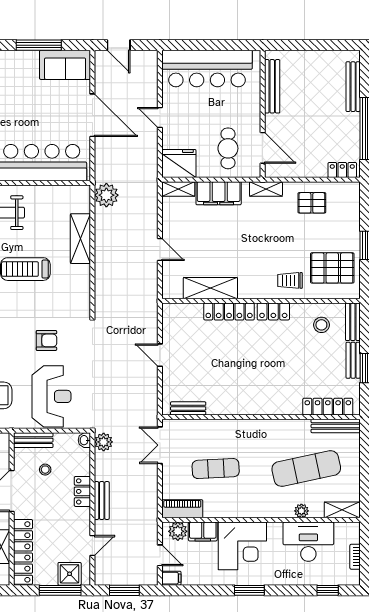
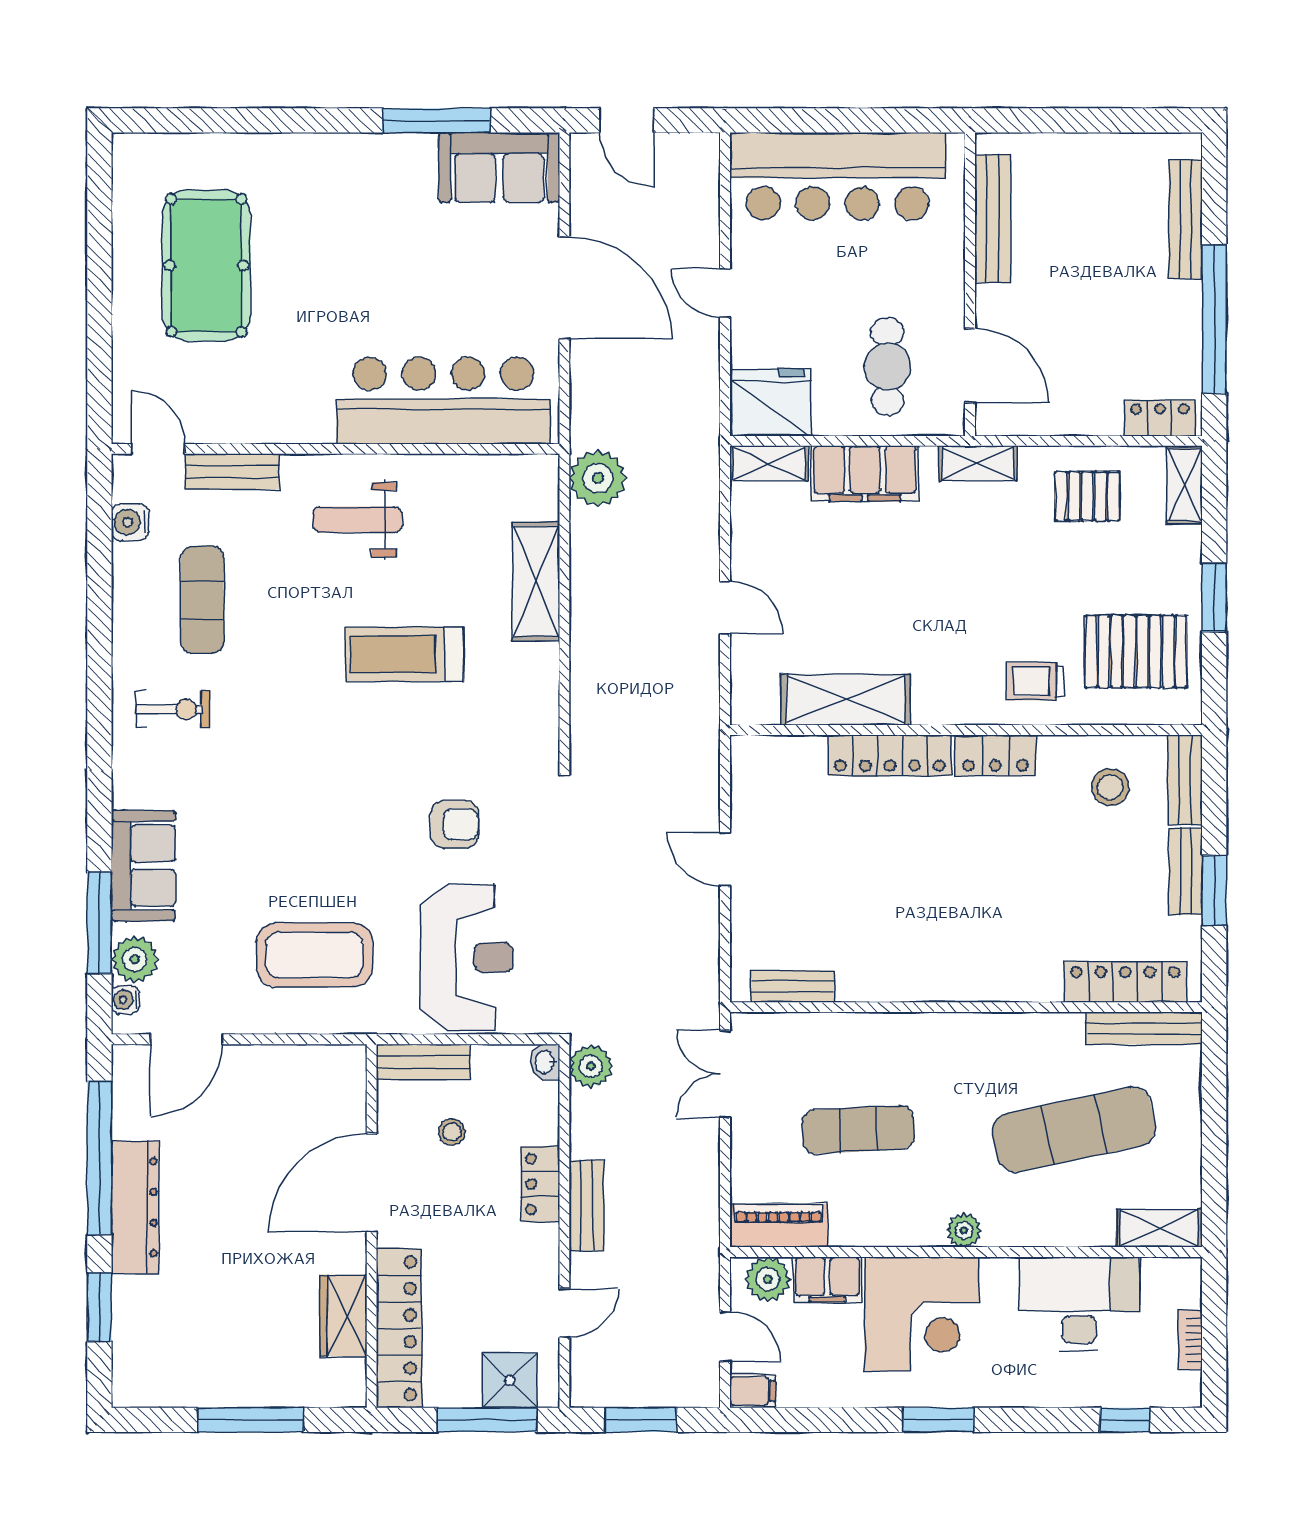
shelving: (353, 198) -> (1185, 485), added
plant: (301, 511) -> (964, 1230), moved

